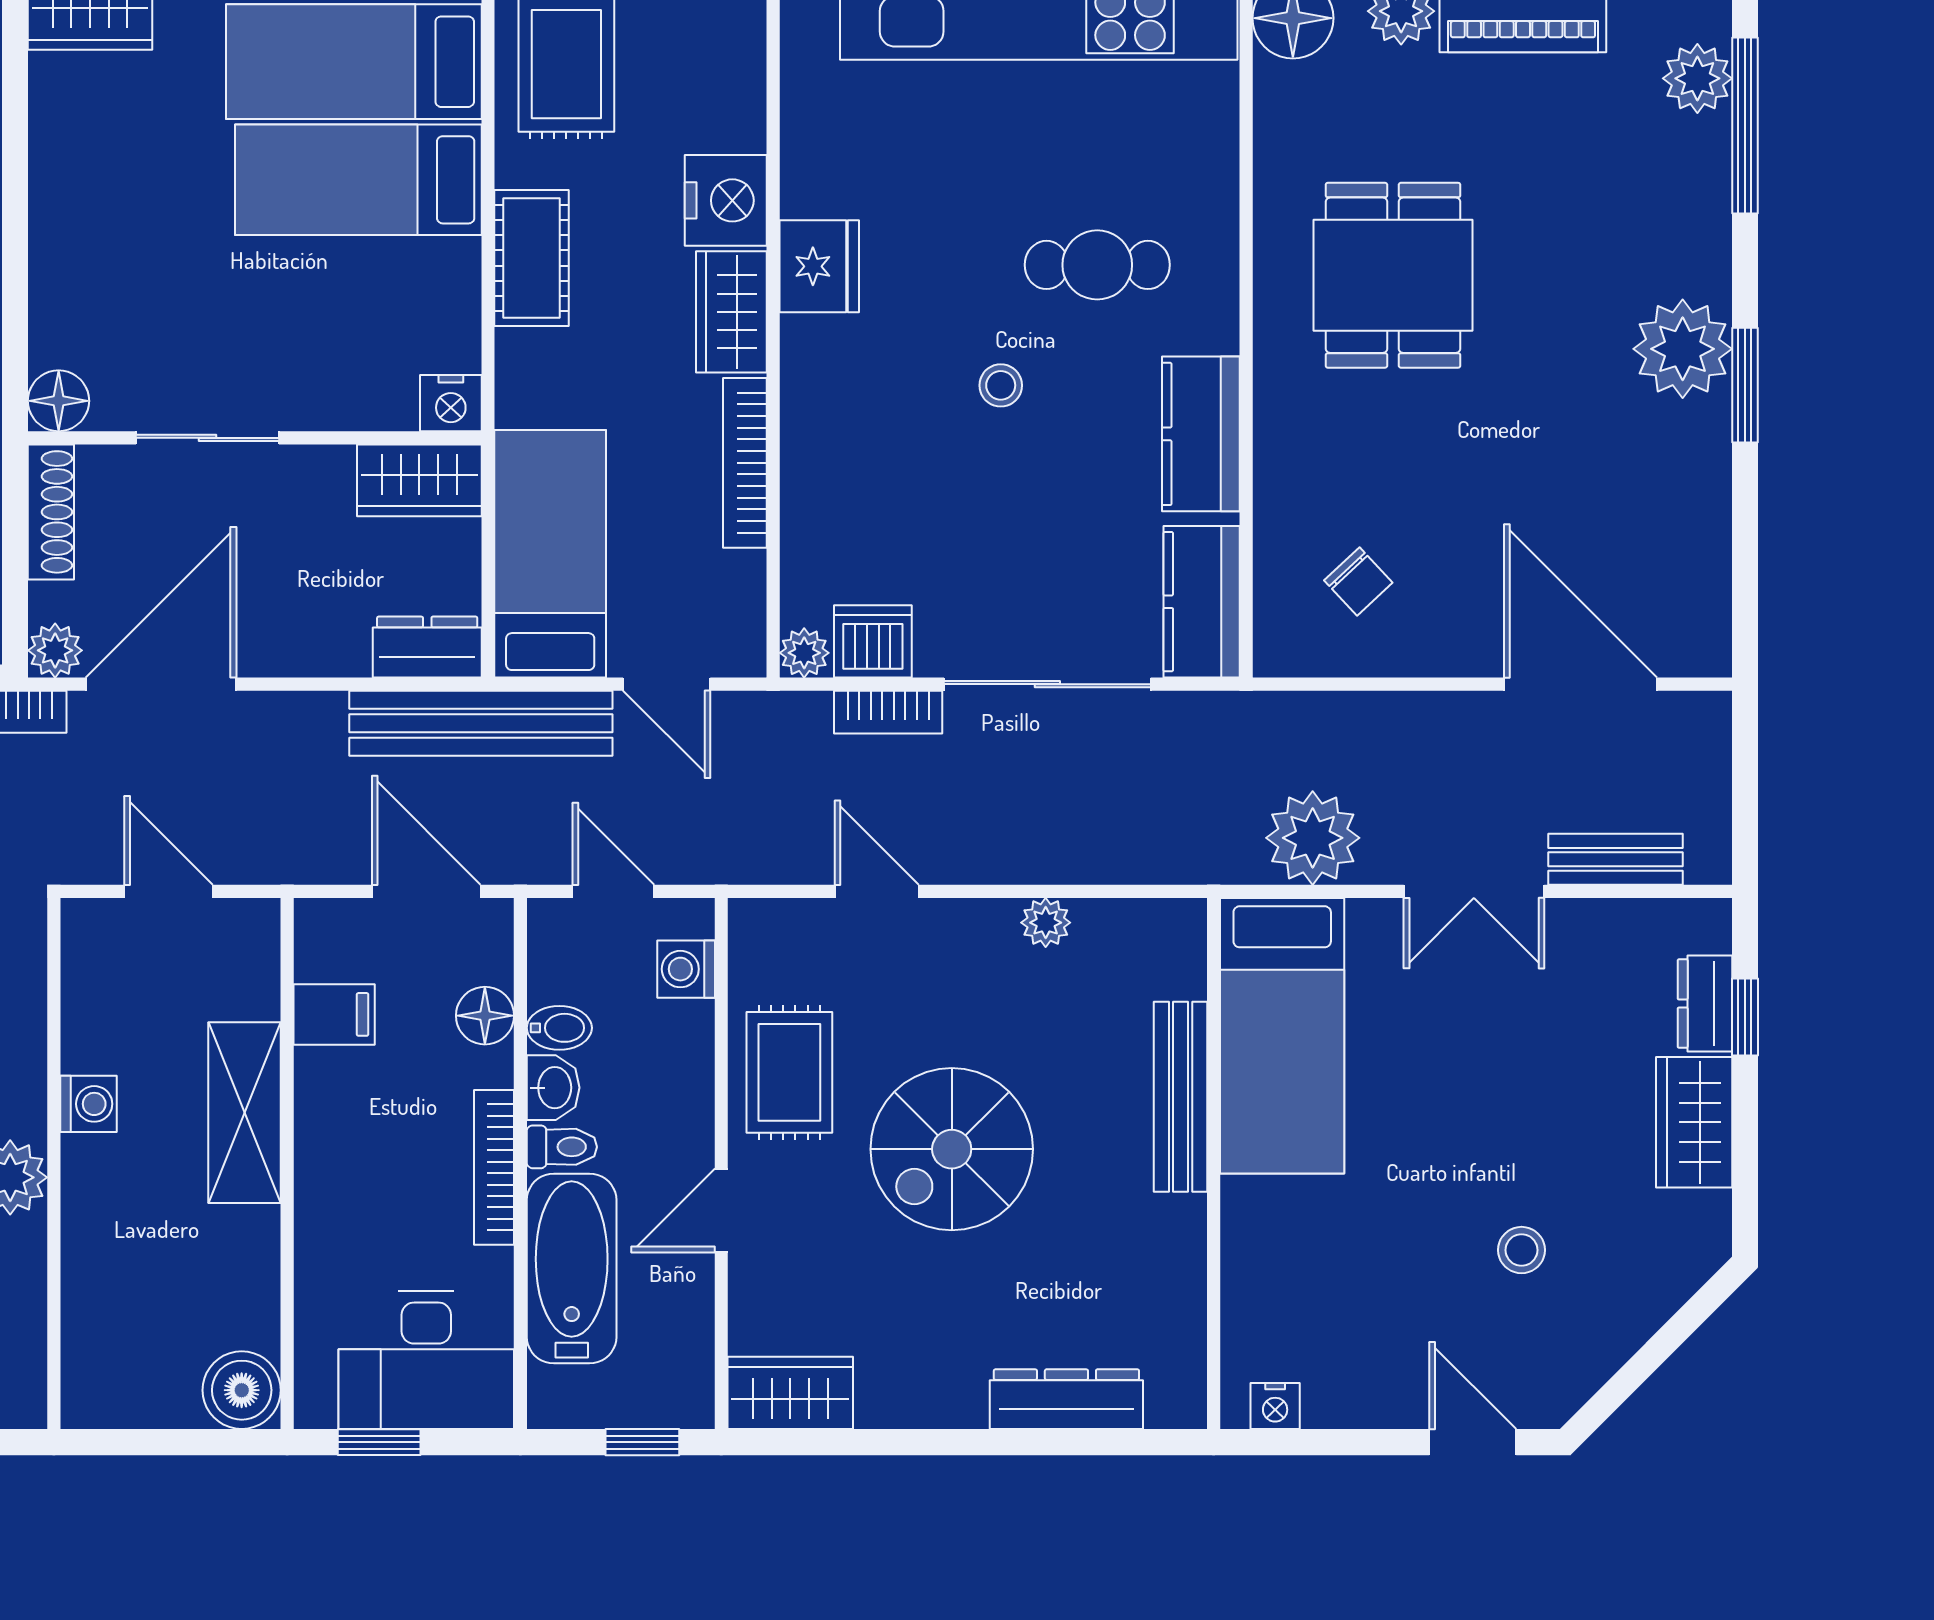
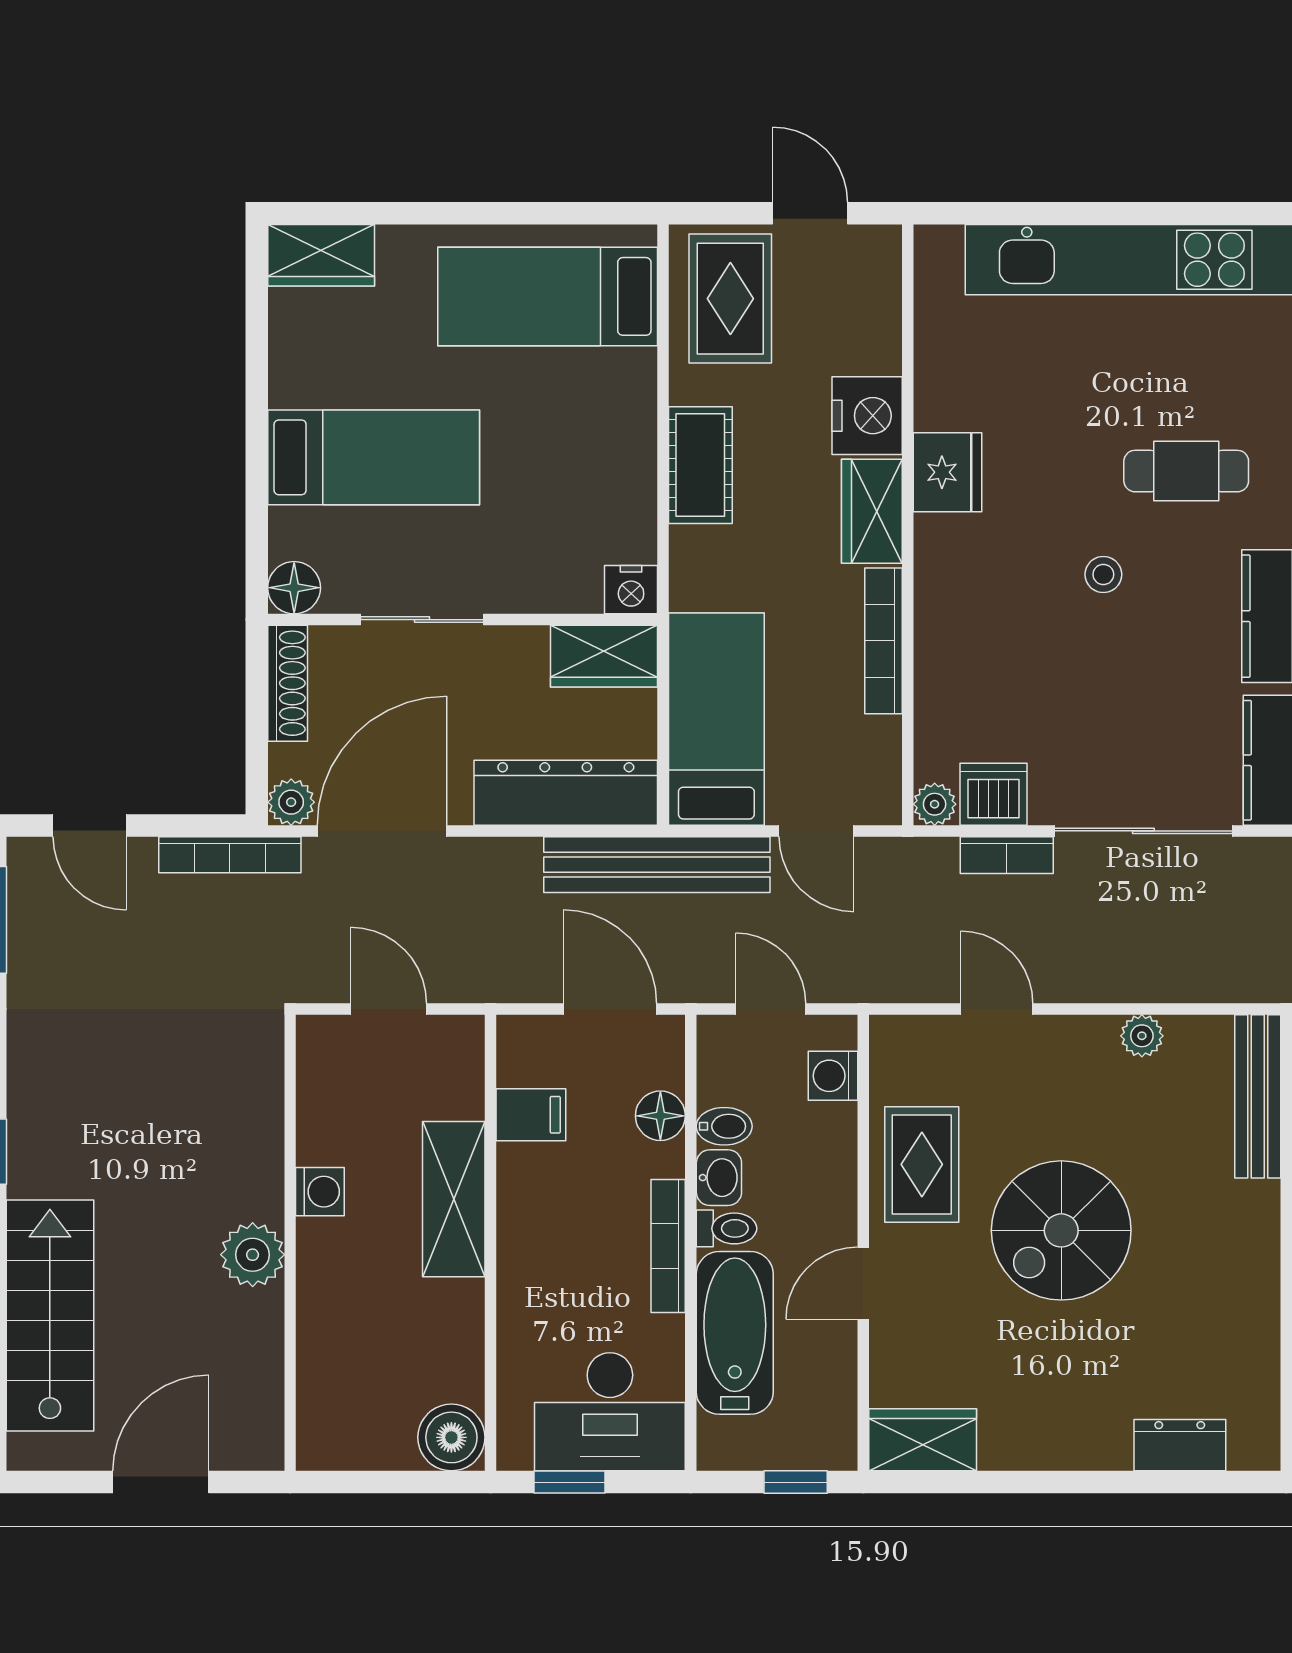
bed: (358, 180) -> (374, 457), moved, turned 180
dresser: (427, 647) -> (566, 793), width x1.96, depth x1.24
bench: (1181, 1097) -> (1258, 1096), moved
dresser: (1066, 1399) -> (1180, 1445), width x0.70

